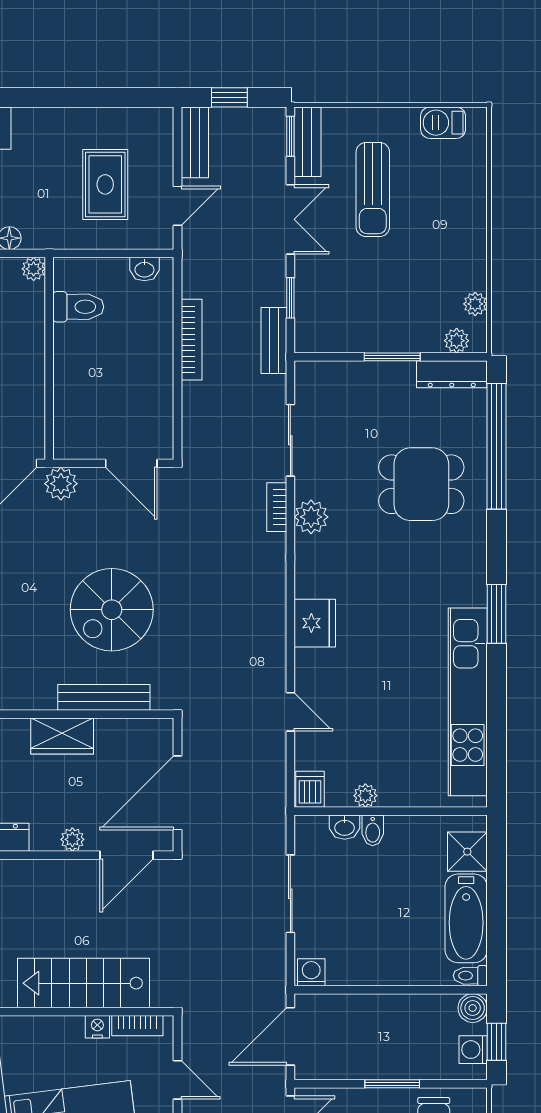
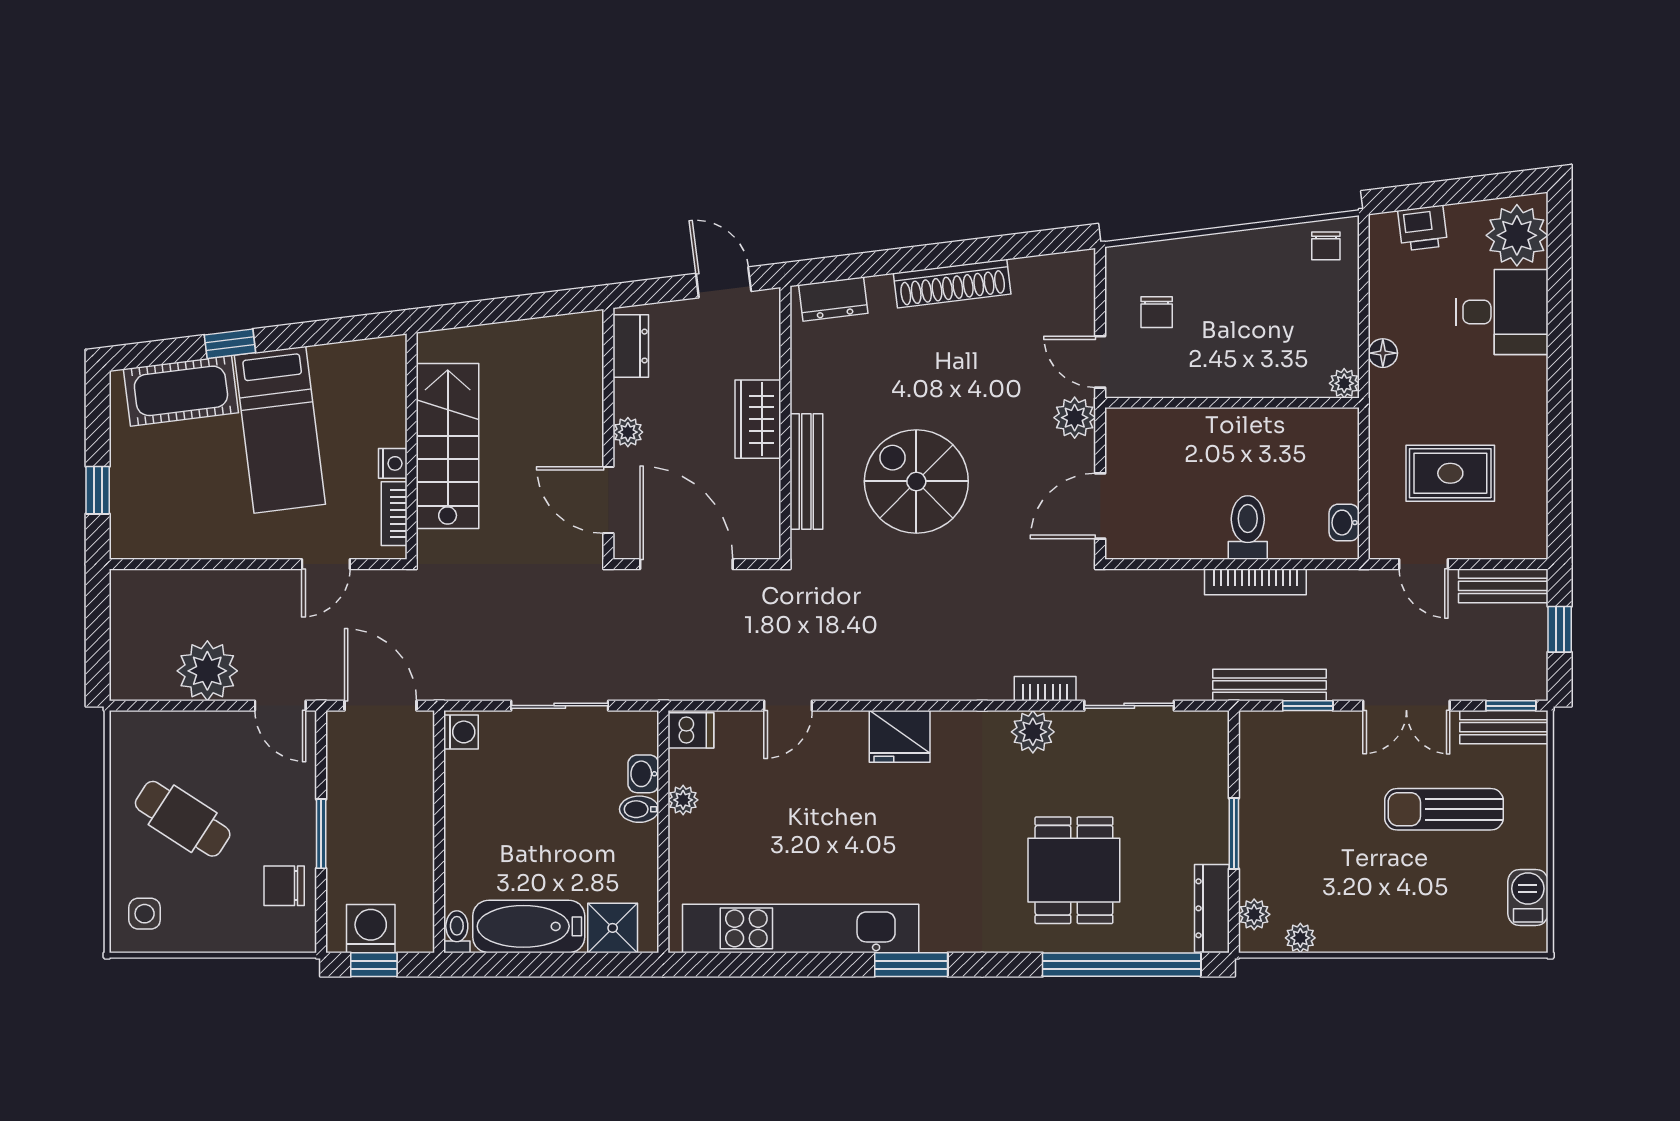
toilet: (78, 307) -> (1248, 527), moved, turned 180
bench: (274, 341) -> (1269, 685), width x1.36
boiler: (473, 1008) -> (416, 935), removed
washing machine: (473, 1050) -> (371, 929), width x1.38, depth x1.38

